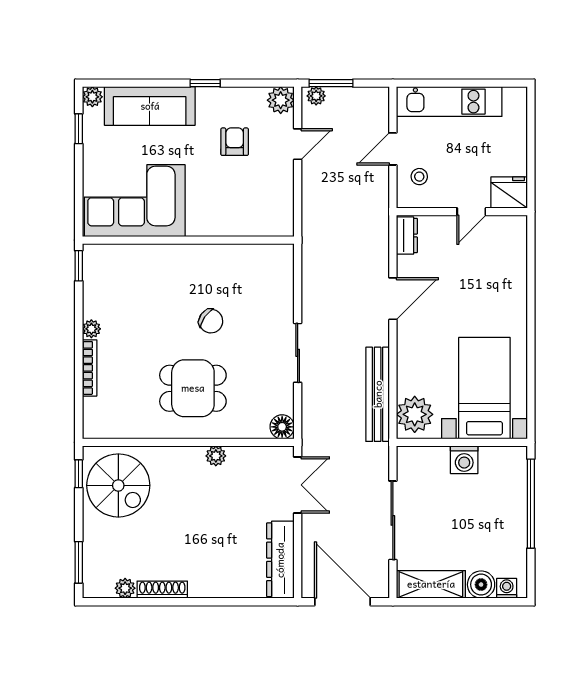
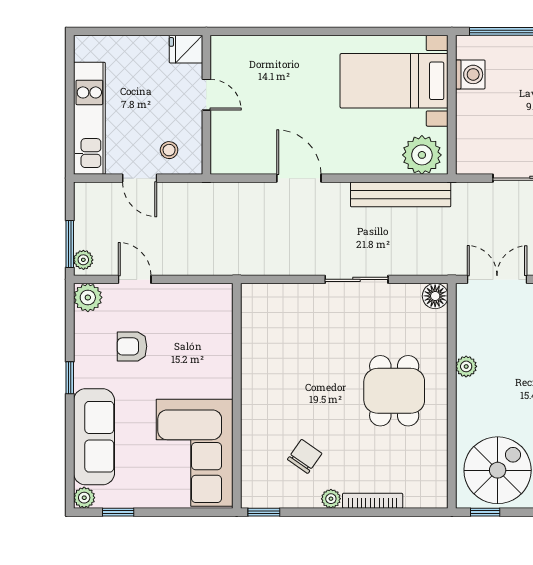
fridge: (509, 192) -> (186, 49), width x0.72
dresser: (407, 236) -> (232, 163), removed
chair: (211, 321) -> (305, 456), moved
washing machine: (464, 460) -> (470, 74), moved

